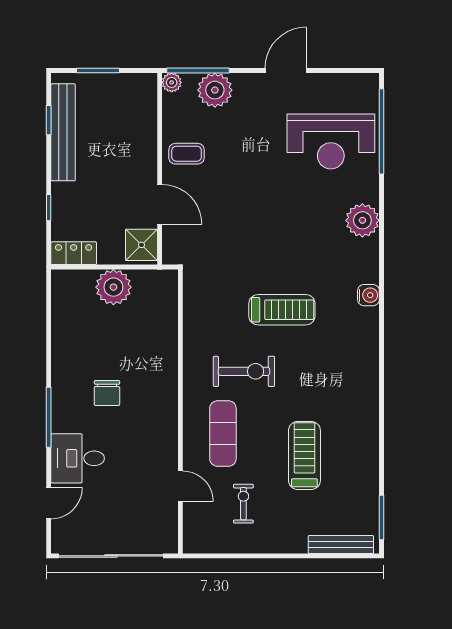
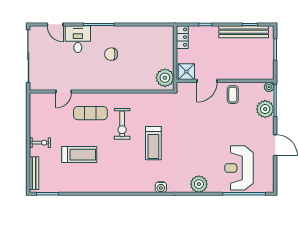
plant: (113, 287) -> (165, 78), moved
exercise bike: (243, 504) -> (40, 143), moved

